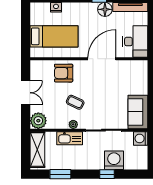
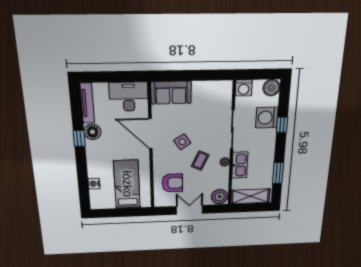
armchair: (64, 73) -> (172, 183), moved, turned -90
side table: (94, 86) -> (182, 142), added
sofa: (138, 112) -> (171, 93), moved
boiler: (140, 162) -> (271, 88), added

